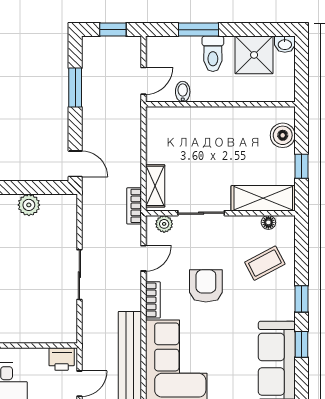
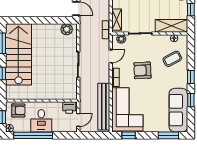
plant: (29, 205) -> (67, 29), moved
armchair: (206, 286) -> (142, 70), turned -93

